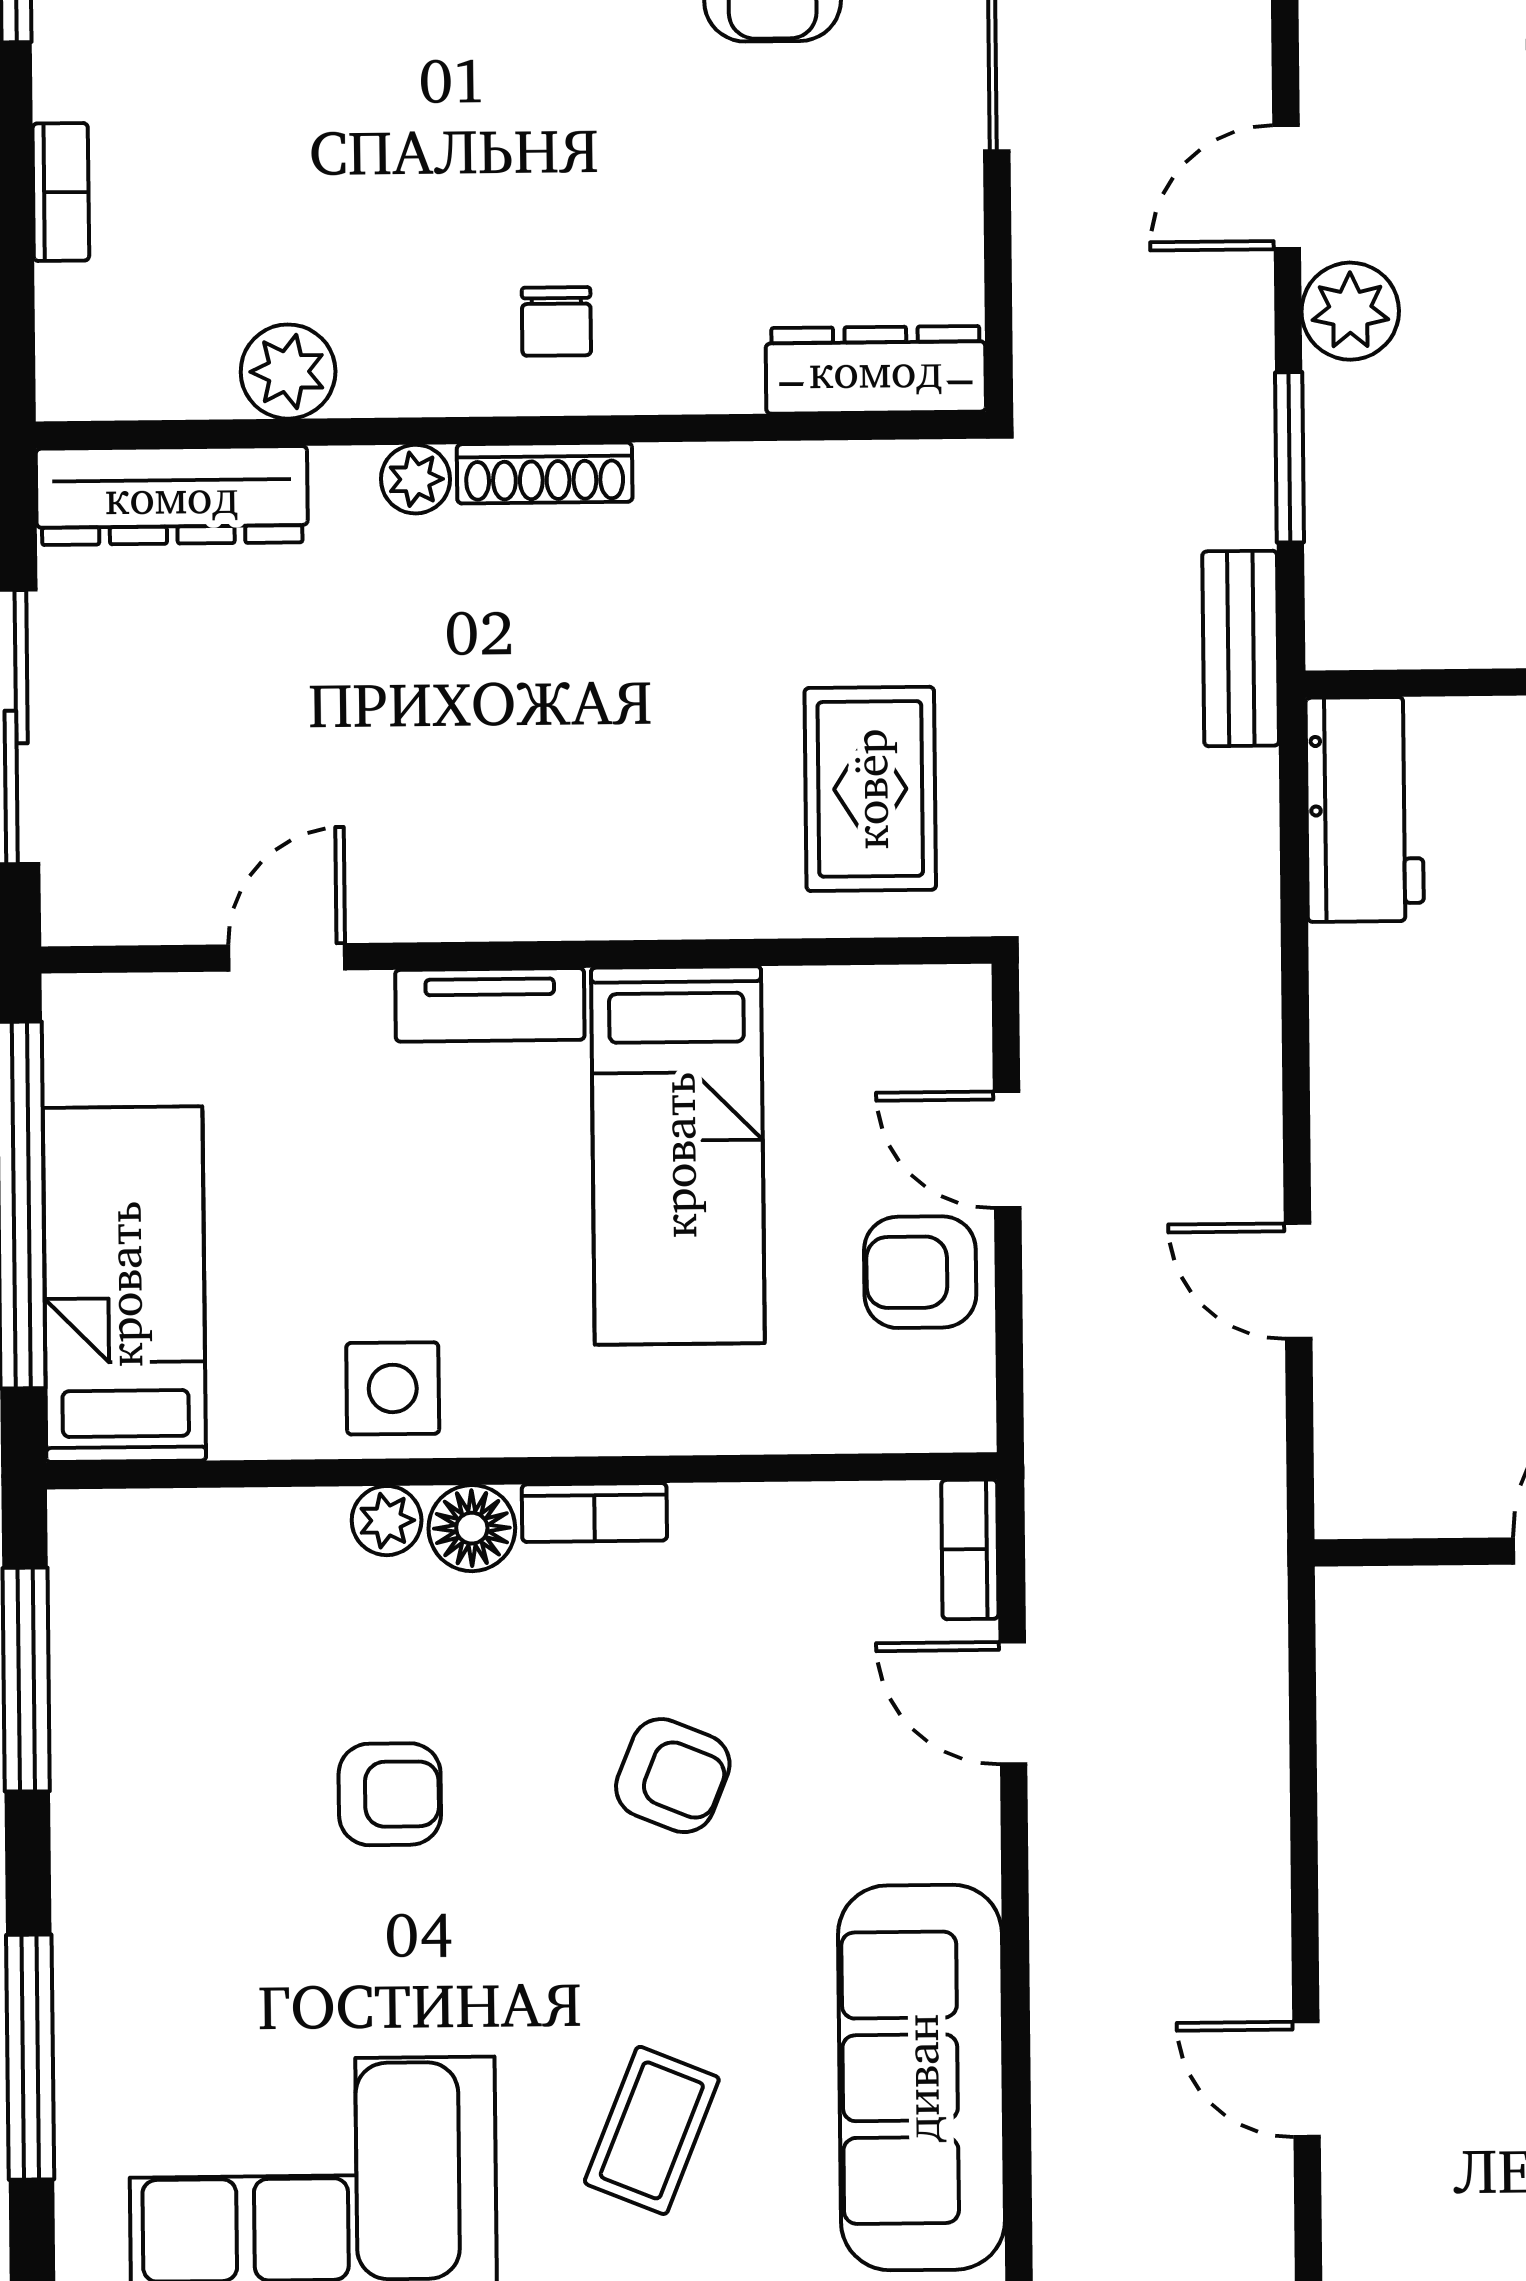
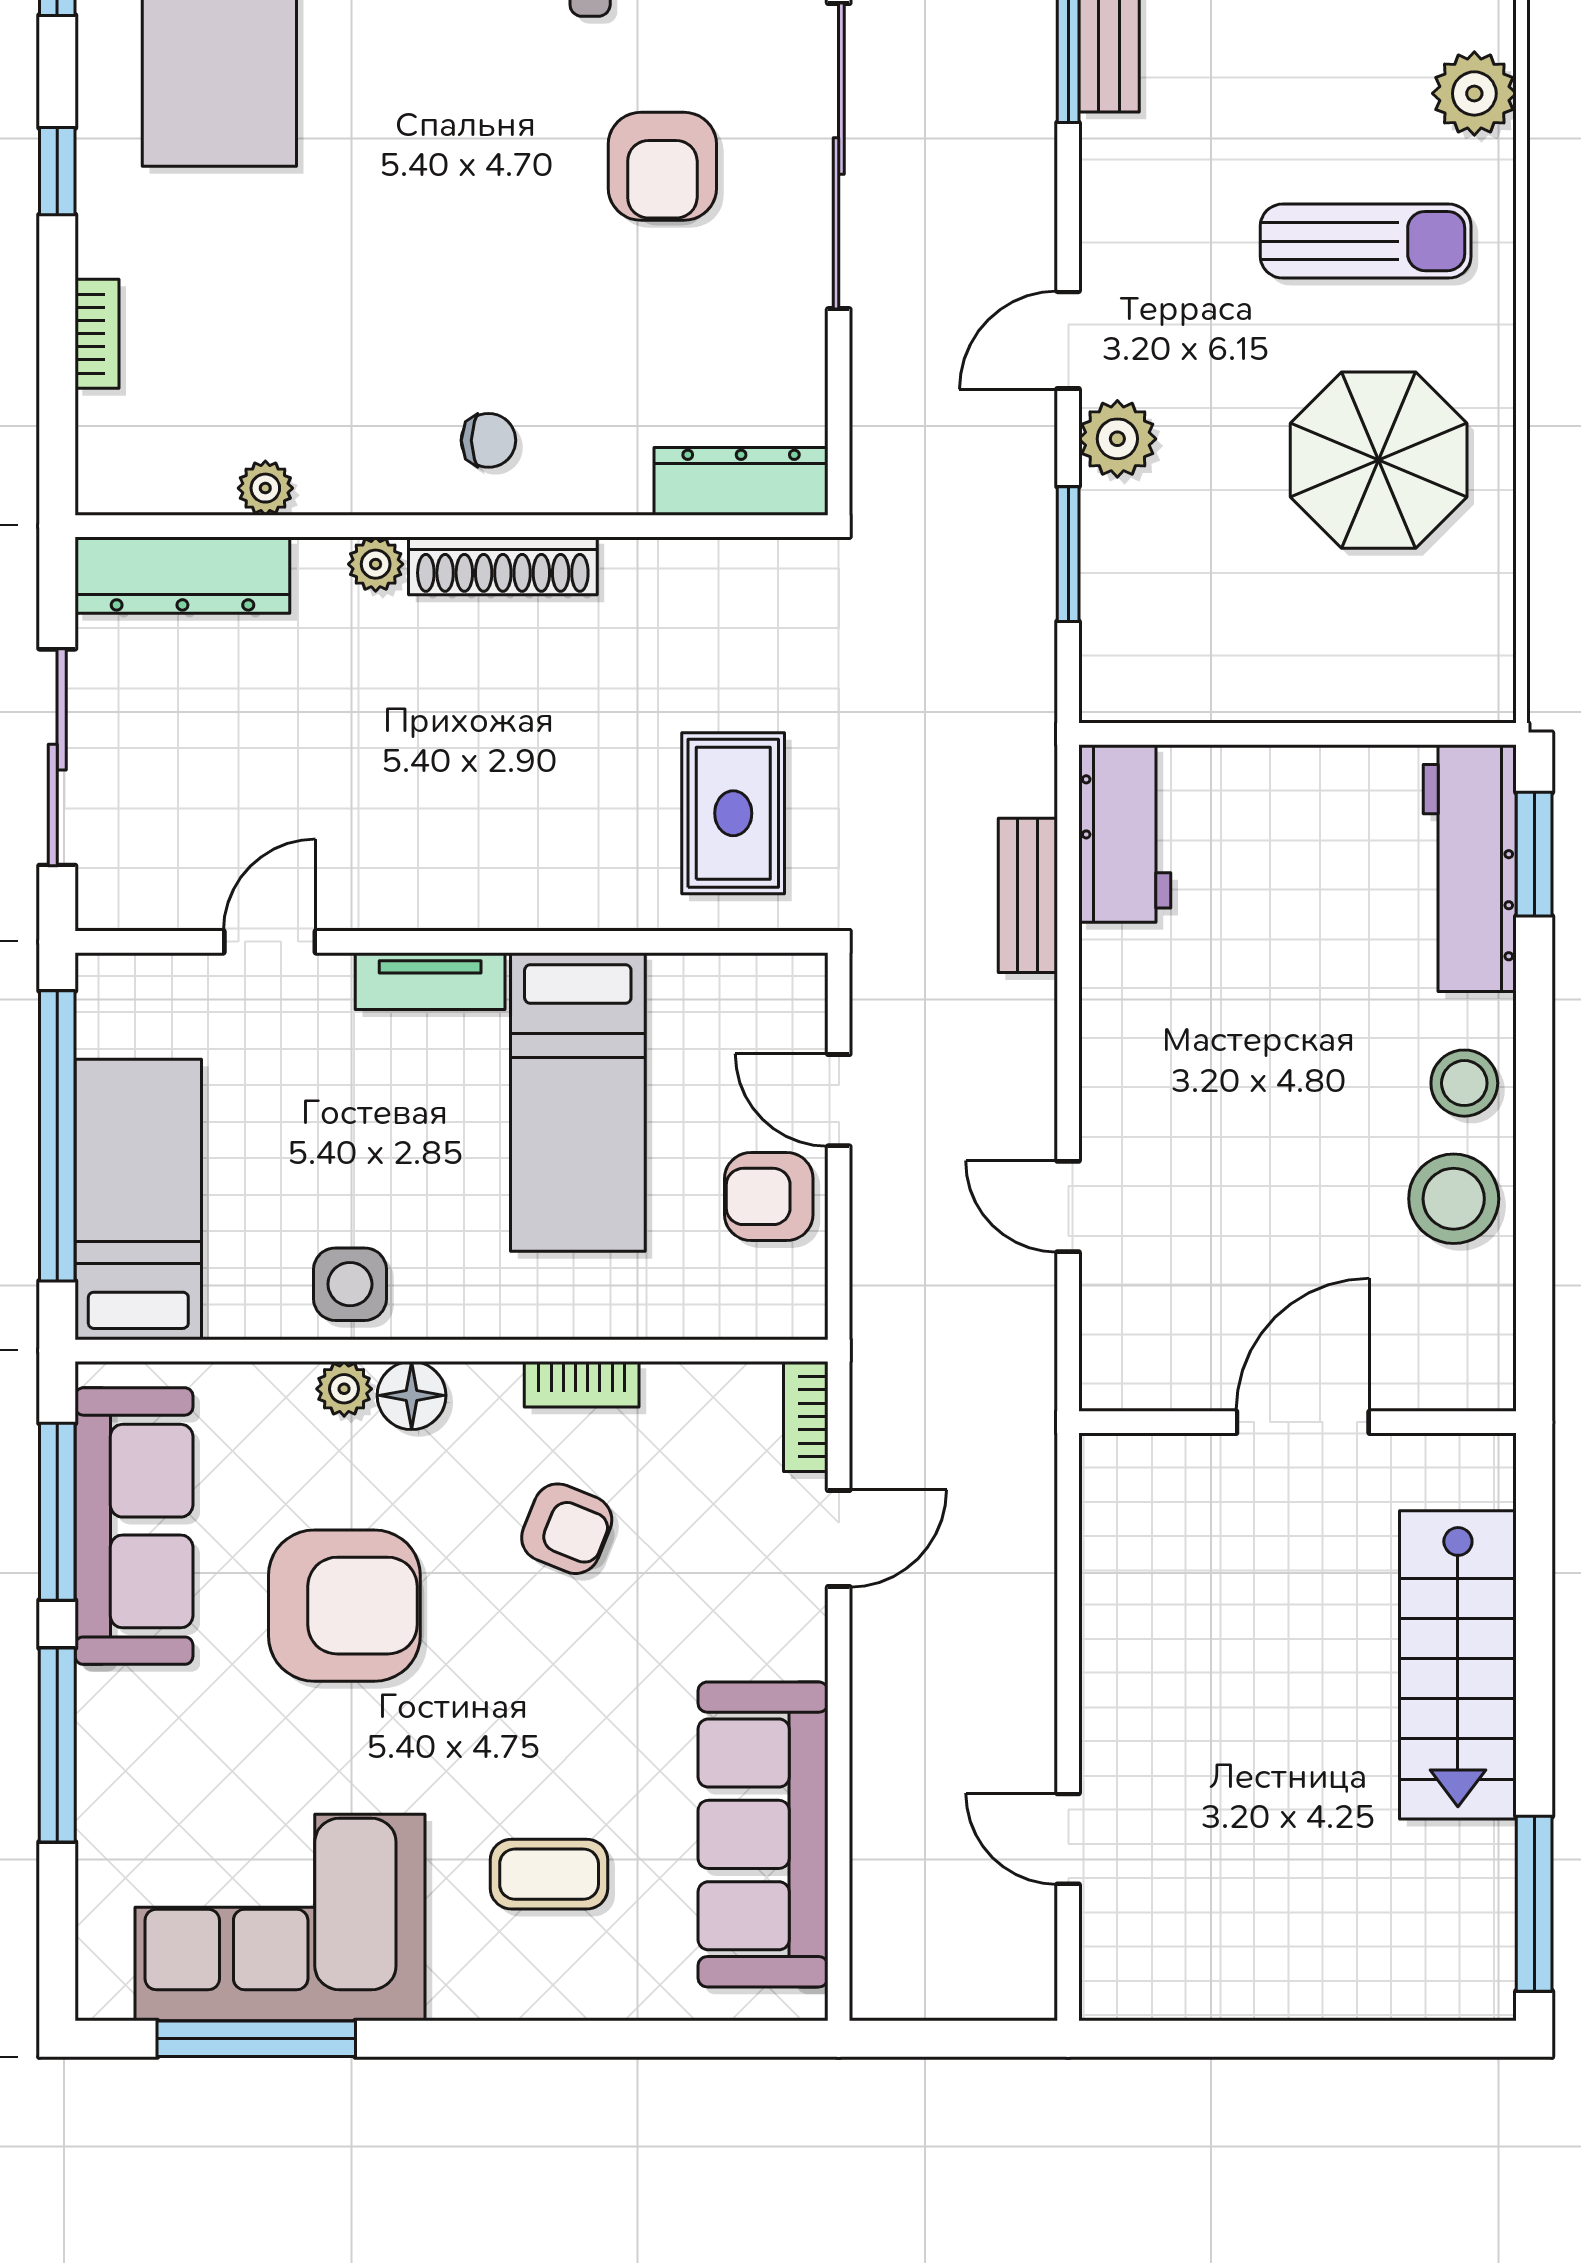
chair: (556, 321) -> (488, 440), turned -90
plant: (288, 372) -> (265, 488), width x0.73, depth x0.73
shoe rack: (545, 473) -> (503, 566), width x1.36, depth x1.24
bench: (1241, 648) -> (1028, 895), moved
bookcase: (594, 1513) -> (582, 1384), moved
sofa: (123, 1697) -> (134, 1526), added
door: (1013, 1703) -> (839, 1538), swing flipped
armchair: (673, 1776) -> (567, 1529), moved
armchair: (390, 1794) -> (344, 1606), width x1.88, depth x1.88
window: (30, 2057) -> (57, 1745), moved
coffee table: (652, 2130) -> (549, 1874), turned 68

